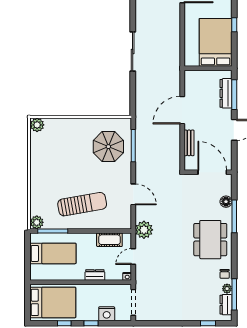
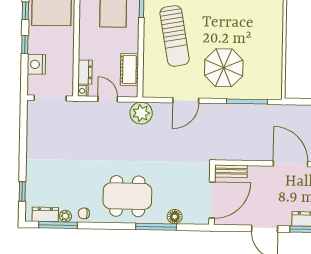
bench: (189, 143) -> (231, 171), moved
parasol: (108, 147) -> (224, 68), moved
dresser: (95, 275) -> (85, 72), moved

